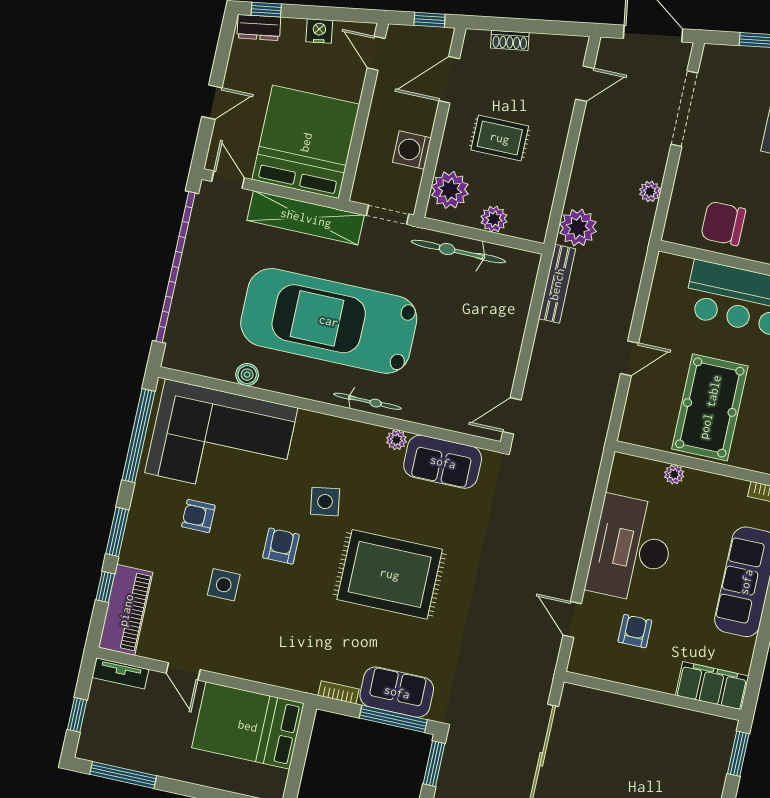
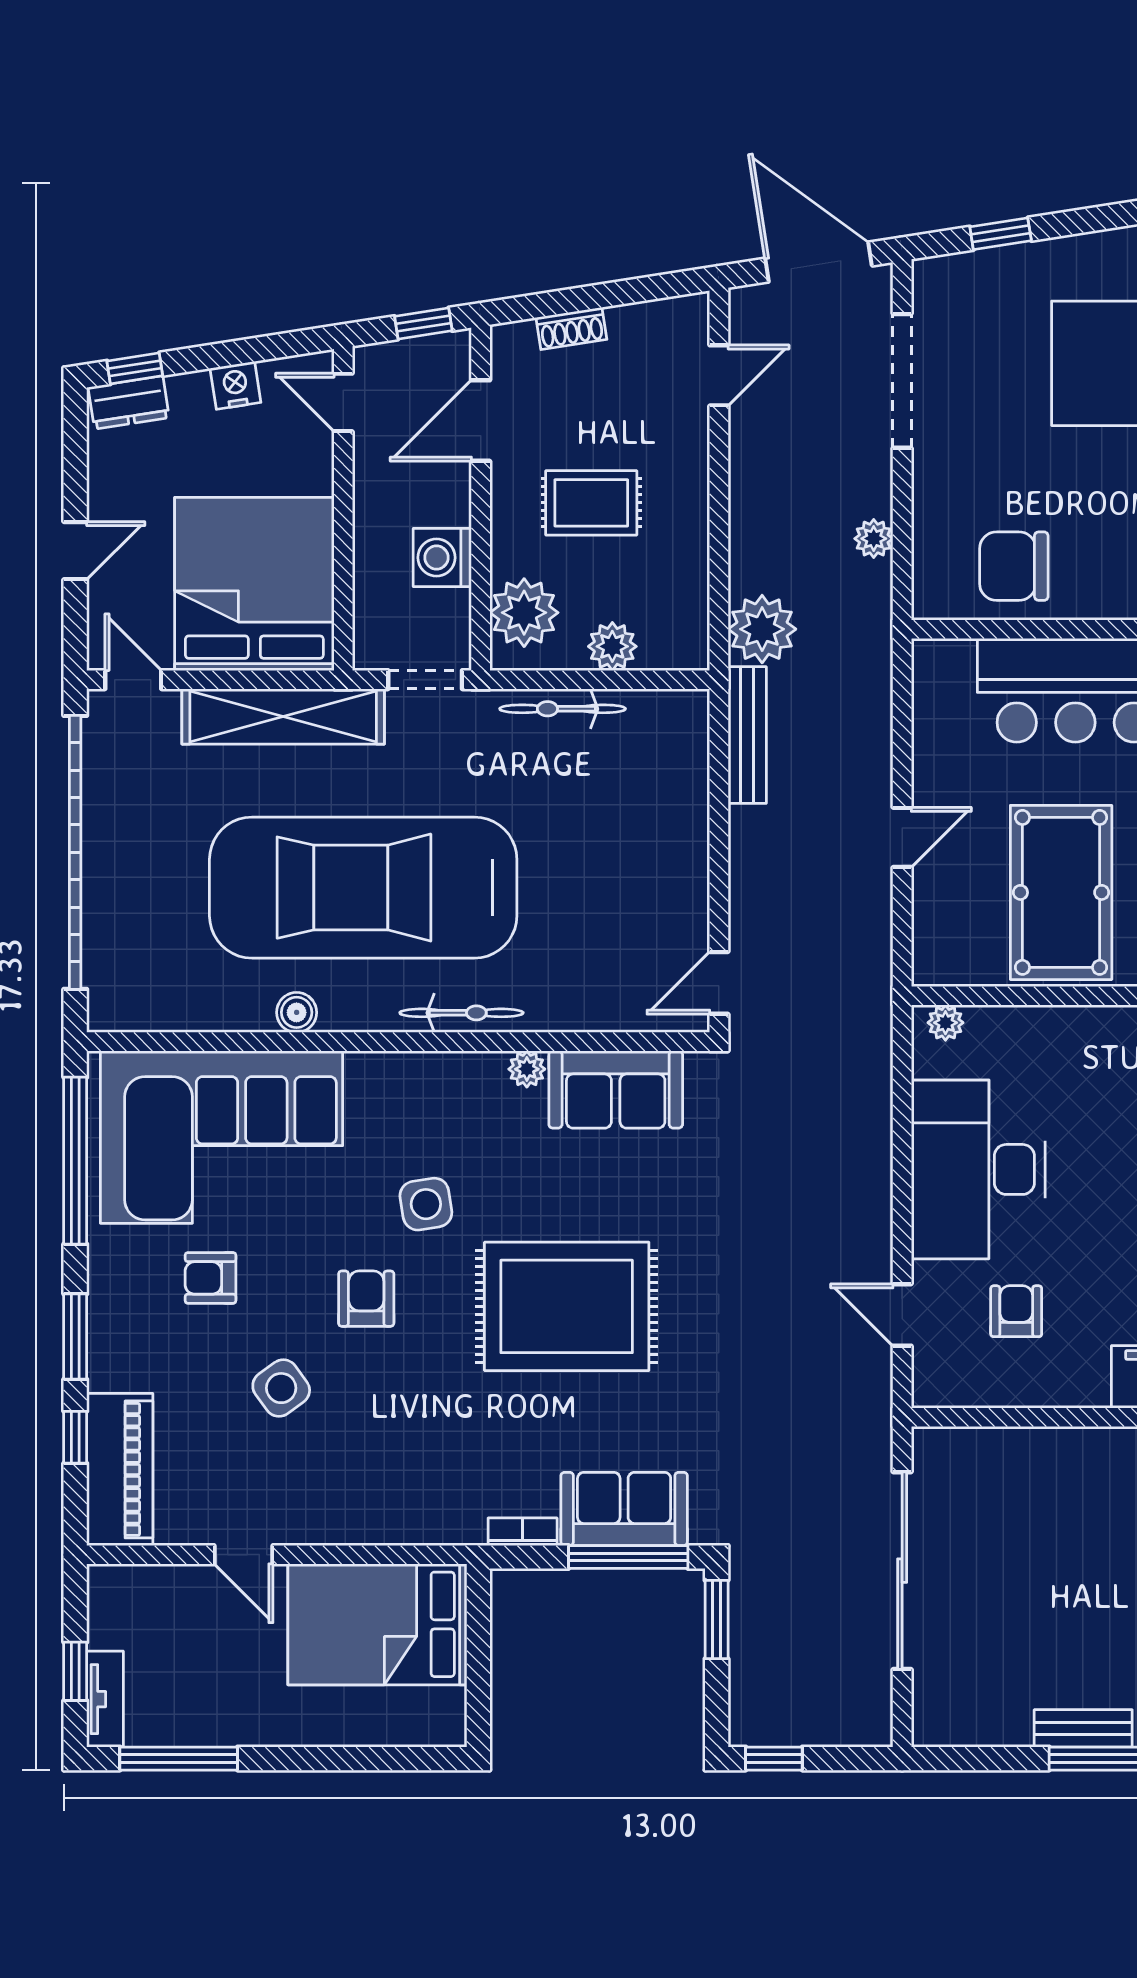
bicycle: (458, 252) -> (563, 709), width x0.73, depth x0.71
boiler: (247, 375) -> (297, 1012), moved
plant: (674, 474) -> (945, 1023), moved
side table: (224, 585) -> (281, 1388), turned -36
tv unit: (120, 673) -> (105, 1699), moved, turned -90

